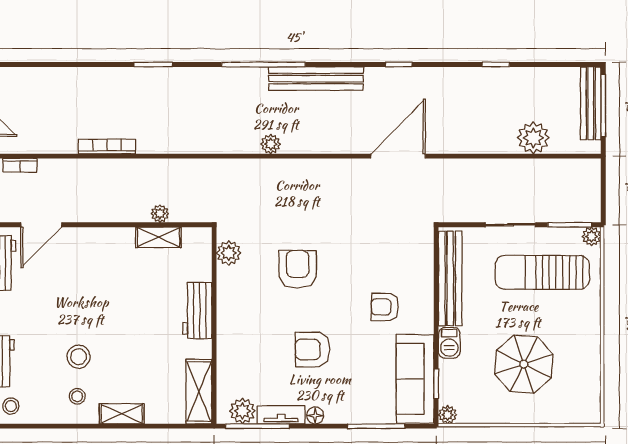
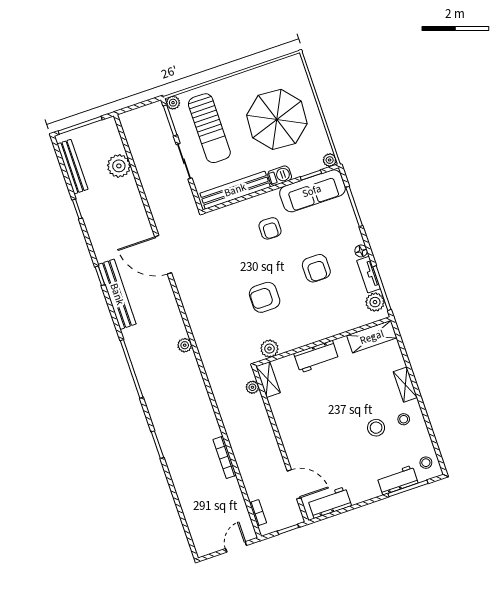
bench: (316, 79) -> (117, 294), moved
bench: (591, 103) -> (72, 167), moved, turned 90
plant: (160, 214) -> (252, 387), moved
shelving: (158, 237) -> (268, 380), moved
parasol: (524, 364) -> (277, 119), width x1.36, depth x1.36

